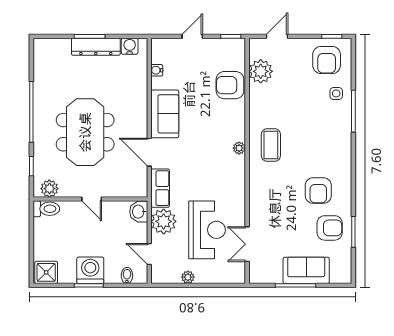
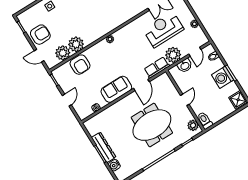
door: (192, 36) -> (67, 100), swing flipped
water cooler: (130, 46) -> (114, 165), moved
armchair: (327, 60) -> (40, 35), moved
plant: (261, 97) -> (76, 44), added
coffee table: (271, 145) -> (98, 24), removed
washbasin: (139, 212) -> (185, 66), moved

